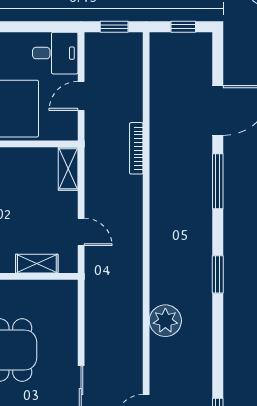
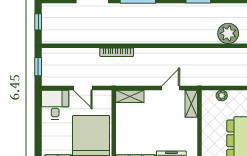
shelving: (37, 264) -> (191, 104), moved
plant: (69, 311) -> (222, 96), added

